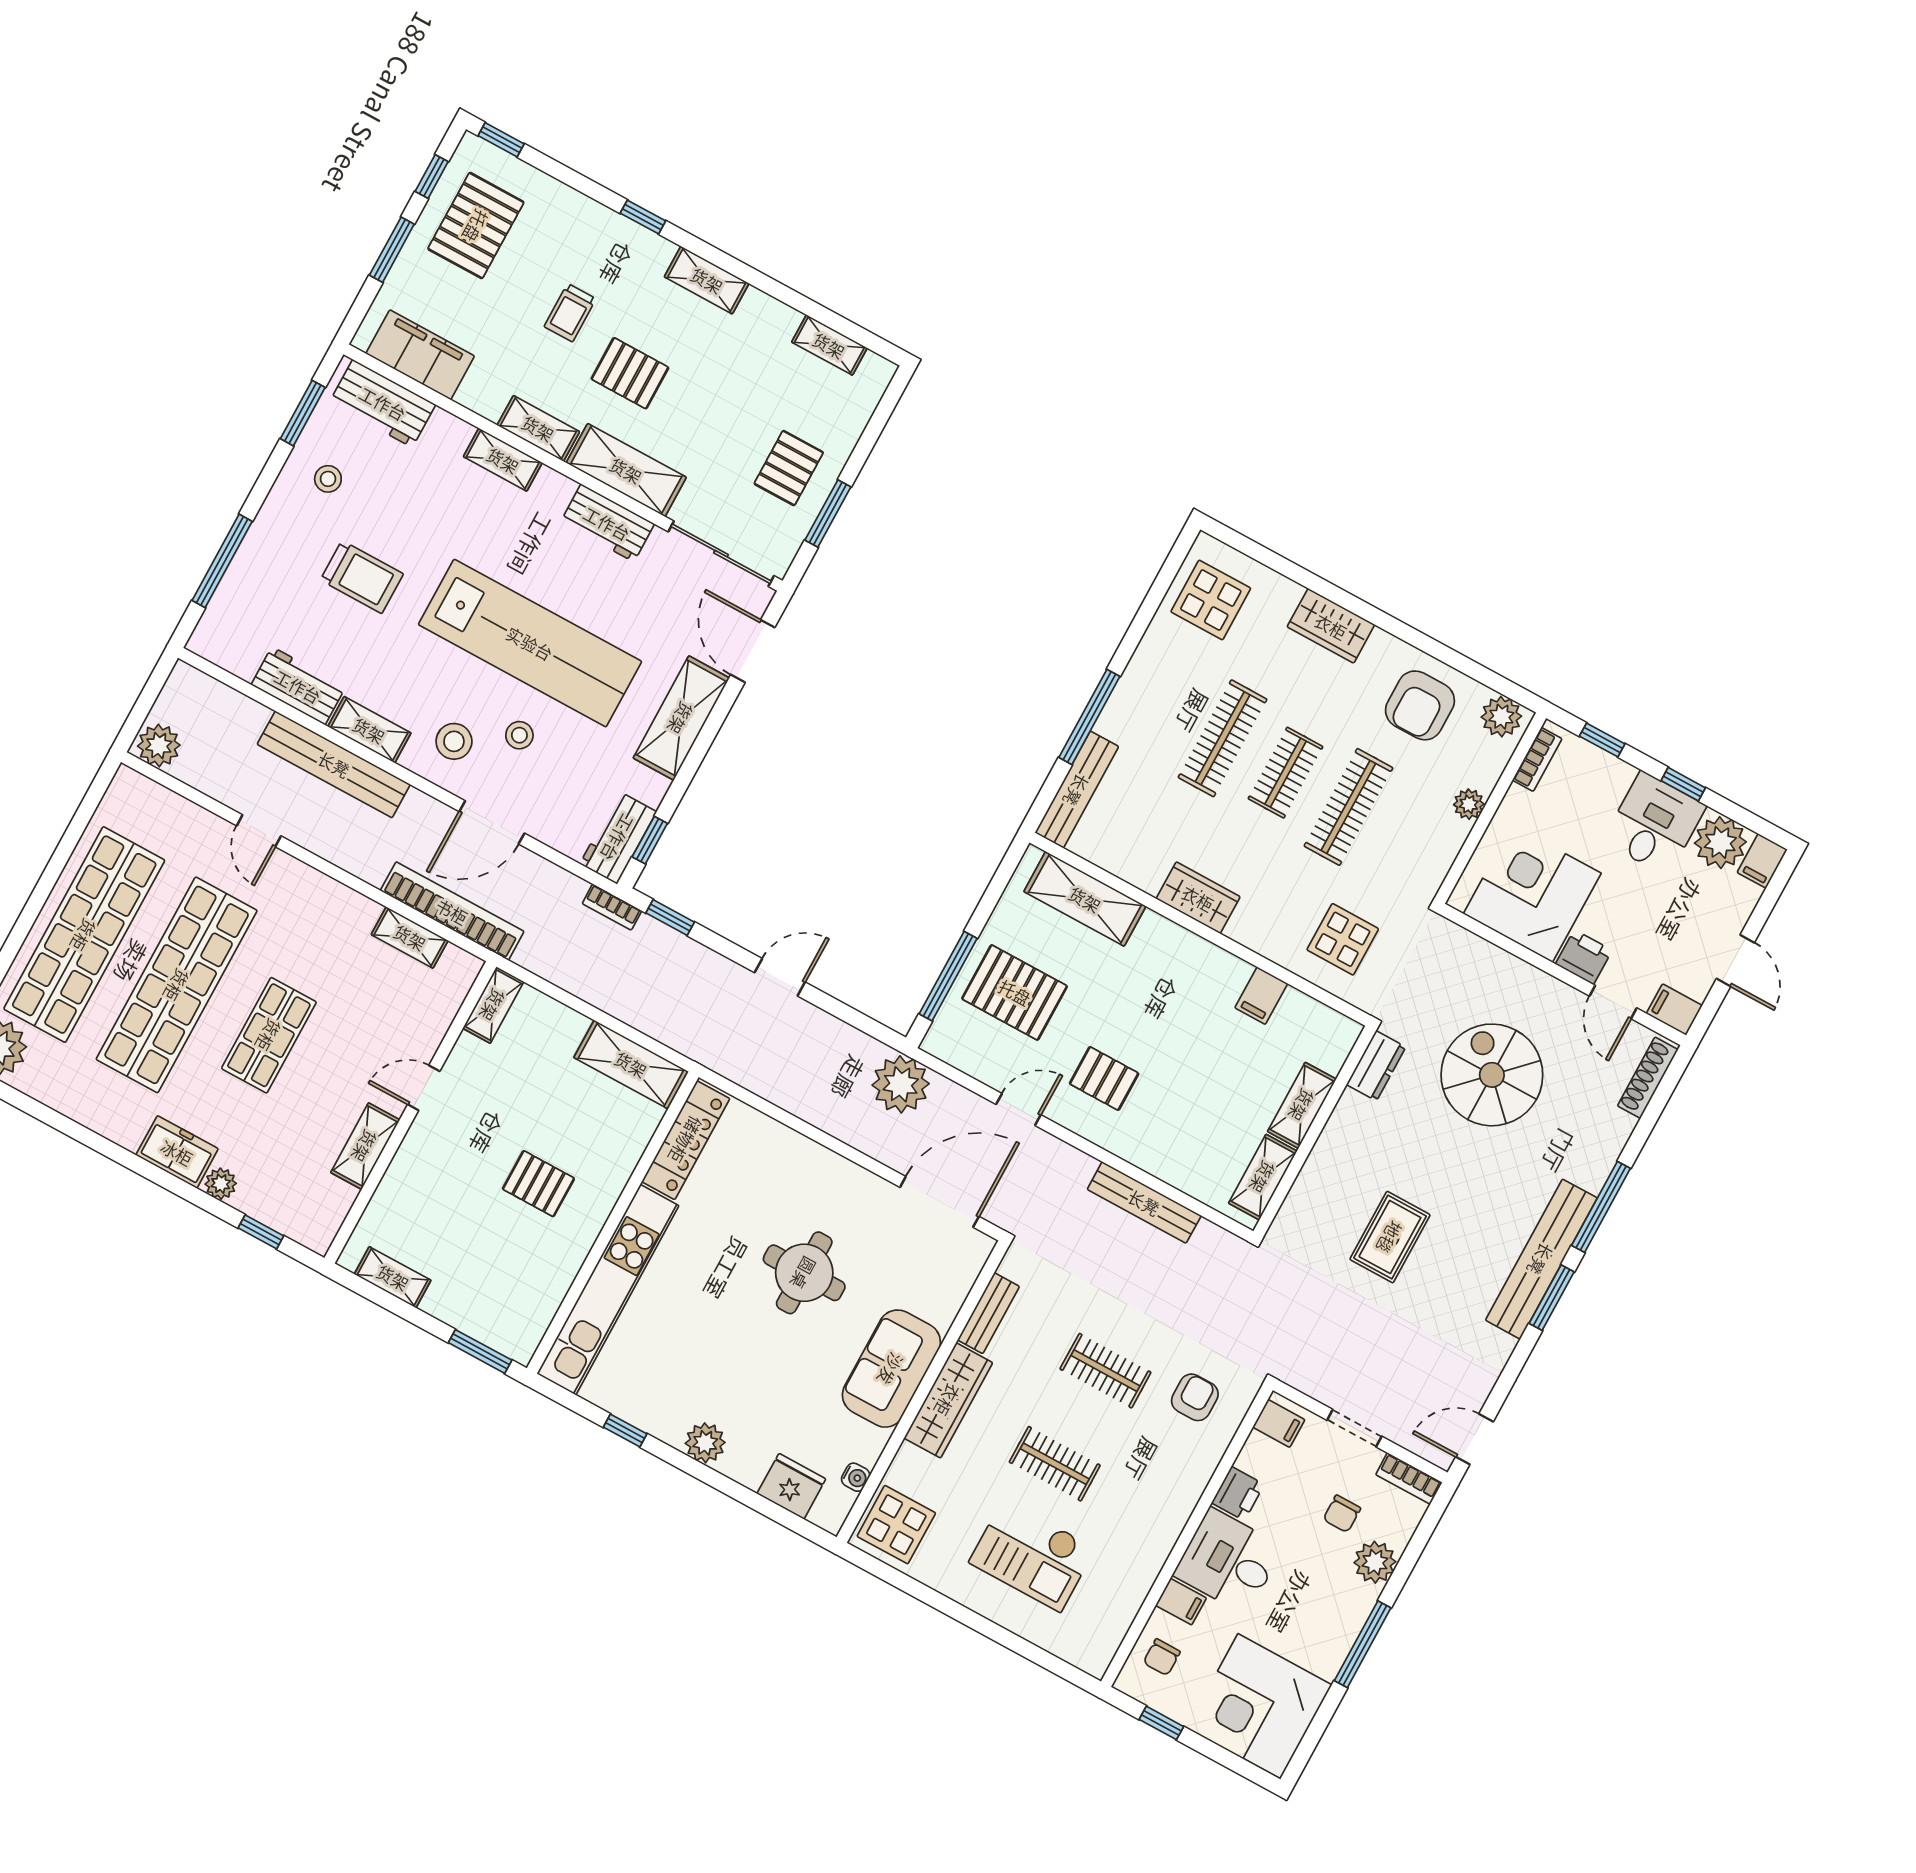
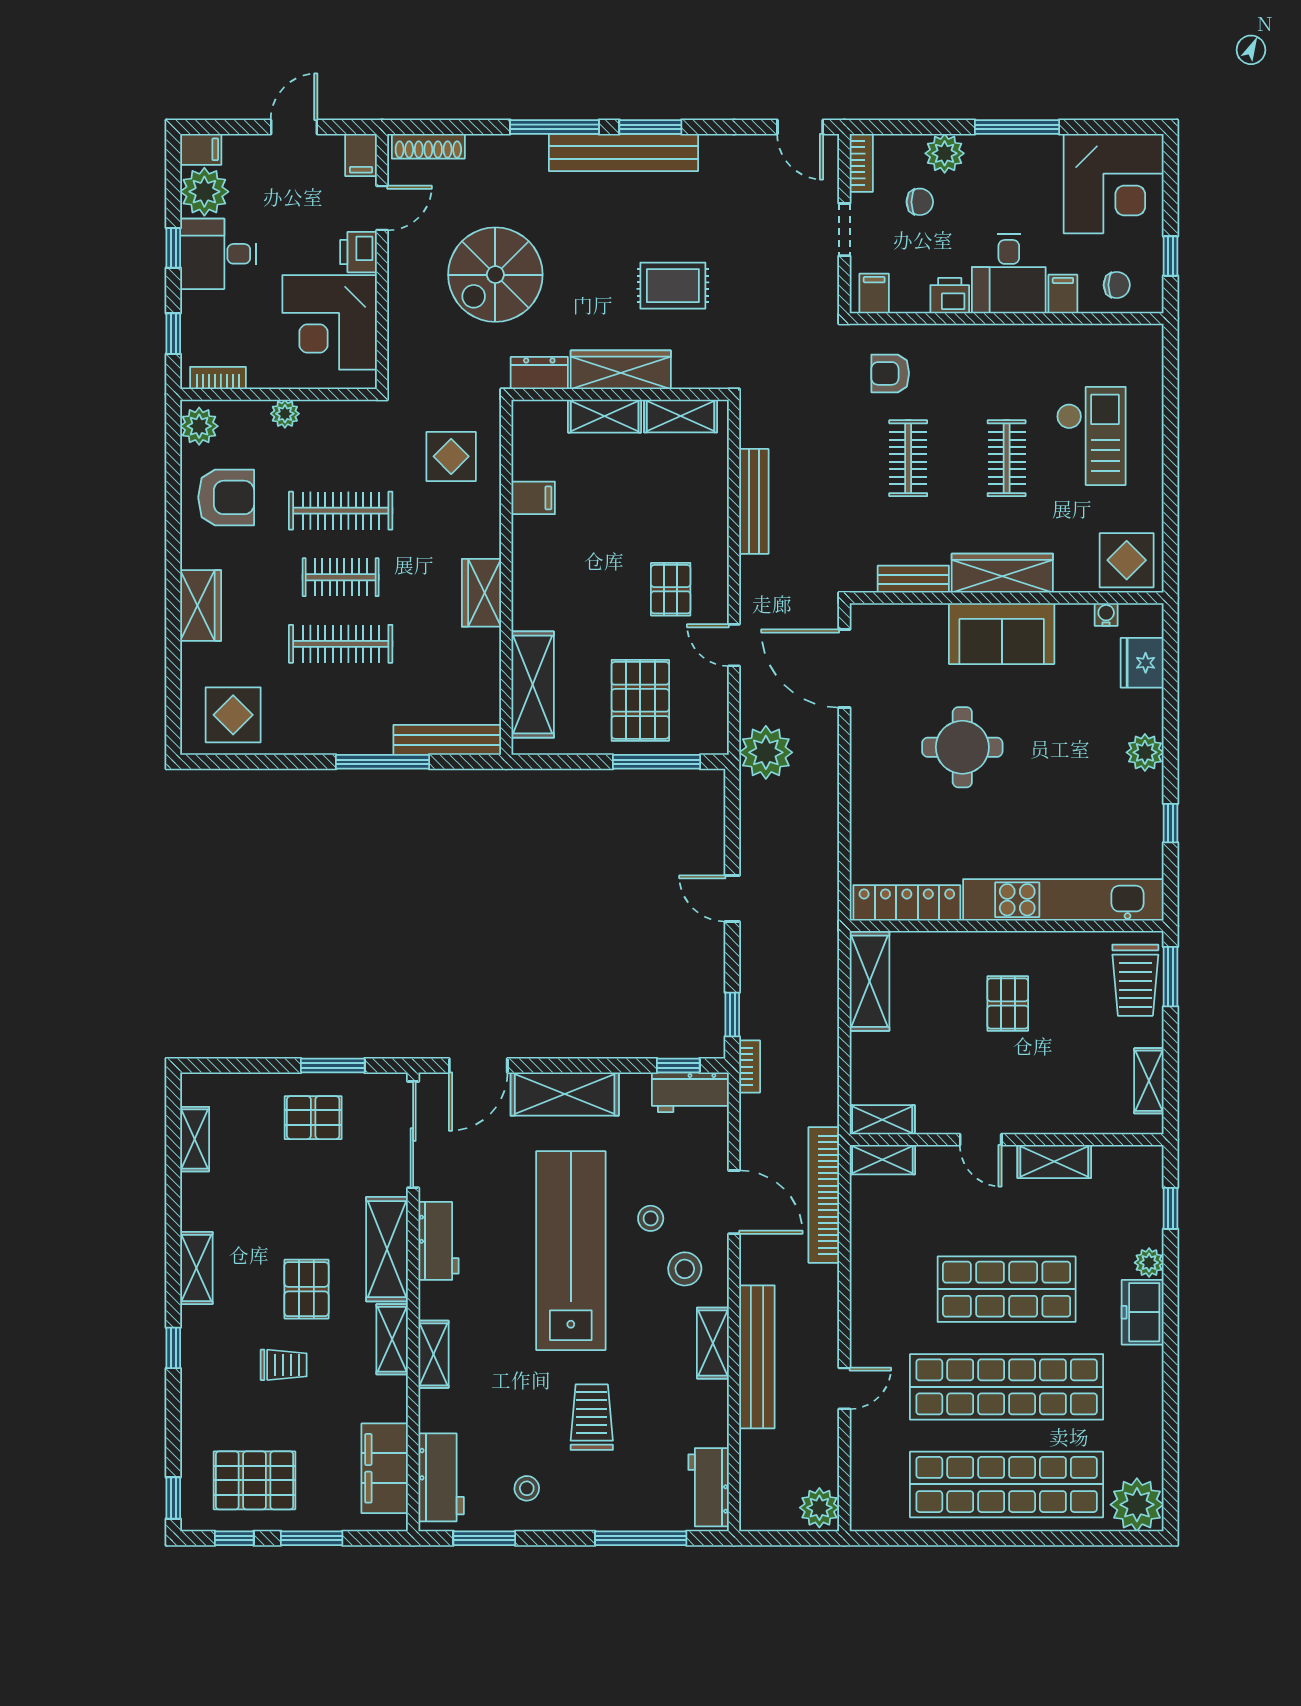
workbench: (298, 686) -> (709, 1487), moved
shelving: (410, 937) -> (882, 1160), moved, turned 90
shop shelf: (269, 1035) -> (1007, 1289), width x1.43, depth x1.36
wardrobe: (1337, 1144) -> (621, 370), added
trolley: (495, 1316) -> (1135, 980), added

